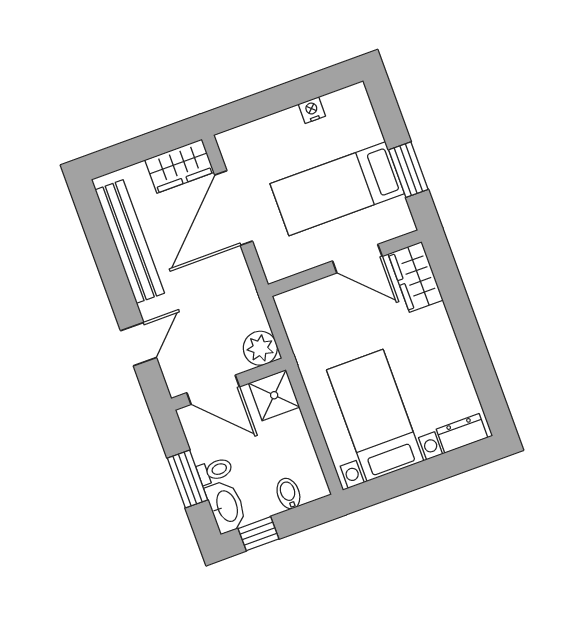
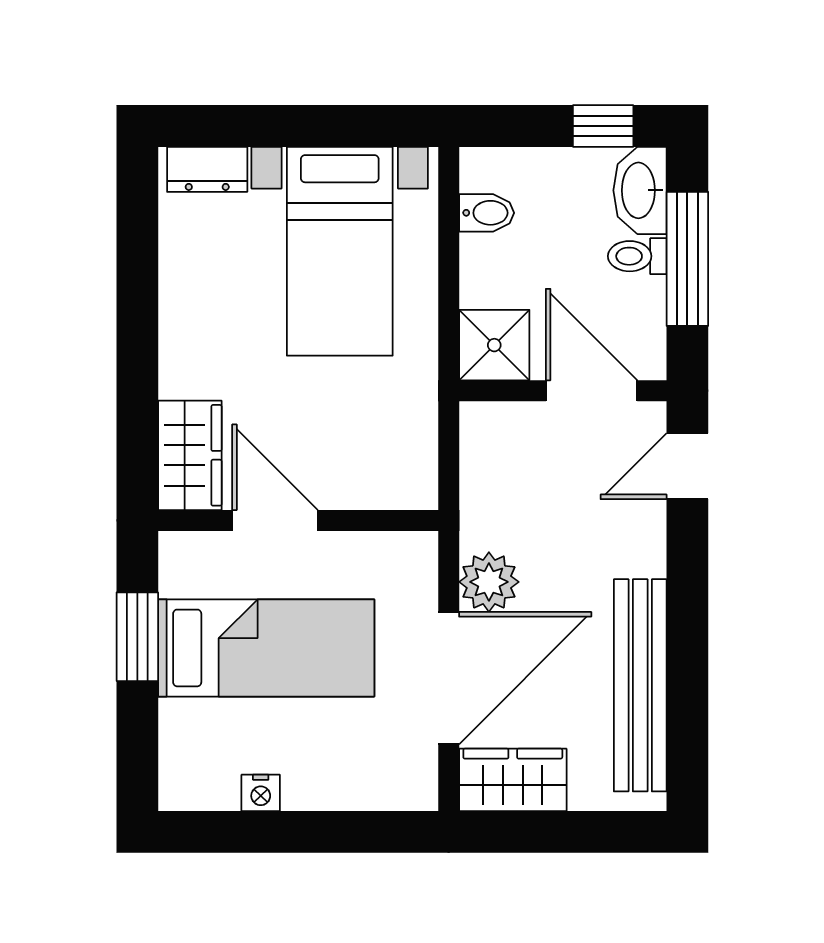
door: (138, 344) -> (687, 466), moved
plant: (260, 348) -> (489, 582), moved
window: (188, 479) -> (687, 259), width x1.44
bidet: (288, 494) -> (487, 213), moved, turned -90

